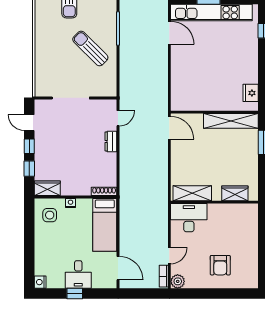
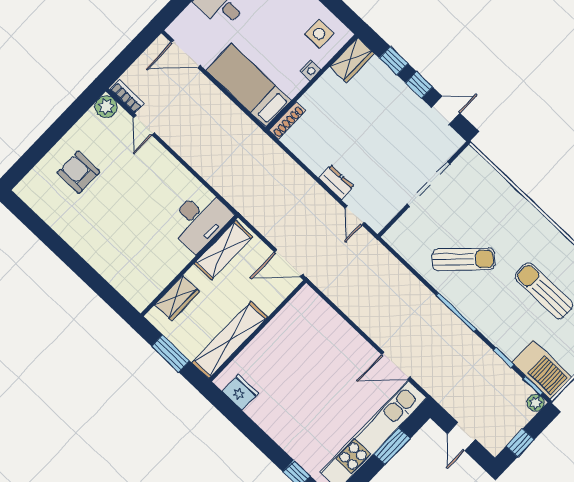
shelving: (192, 193) -> (223, 250), moved
wardrobe: (235, 193) -> (177, 298), moved
wall: (214, 202) -> (189, 266), moved
desk: (189, 218) -> (199, 220), moved

